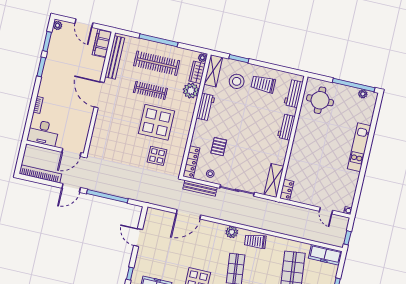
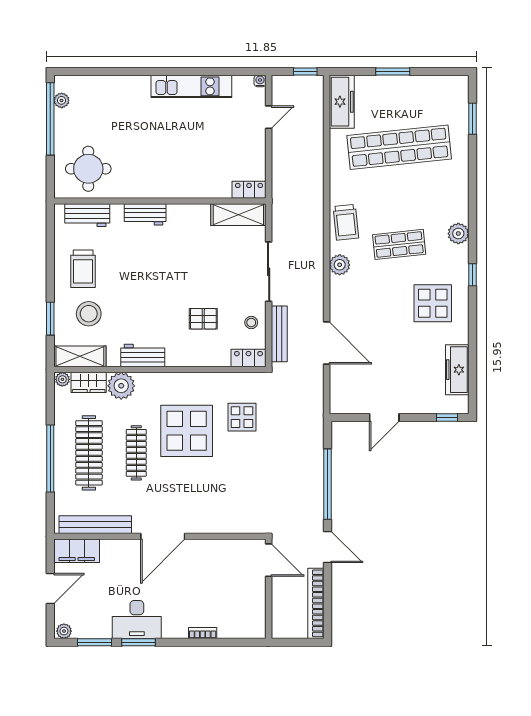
desk: (43, 133) -> (137, 619), moved, turned 90
kitchen unit: (359, 147) -> (191, 86), moved
locker: (191, 162) -> (248, 358), width x0.66

